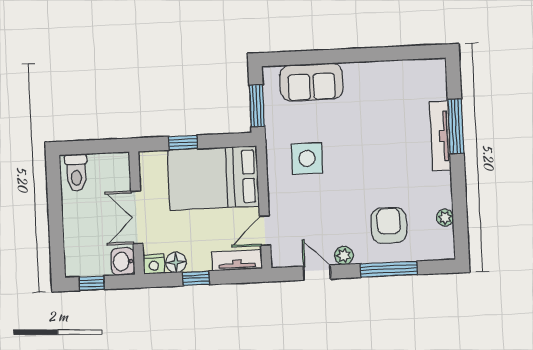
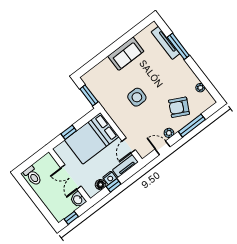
sofa: (311, 82) -> (126, 54), moved
tv unit: (440, 136) -> (165, 43), moved
side table: (307, 158) -> (137, 97), moved
armchair: (389, 225) -> (179, 107), turned -63
nightstand: (154, 264) -> (110, 178), moved

